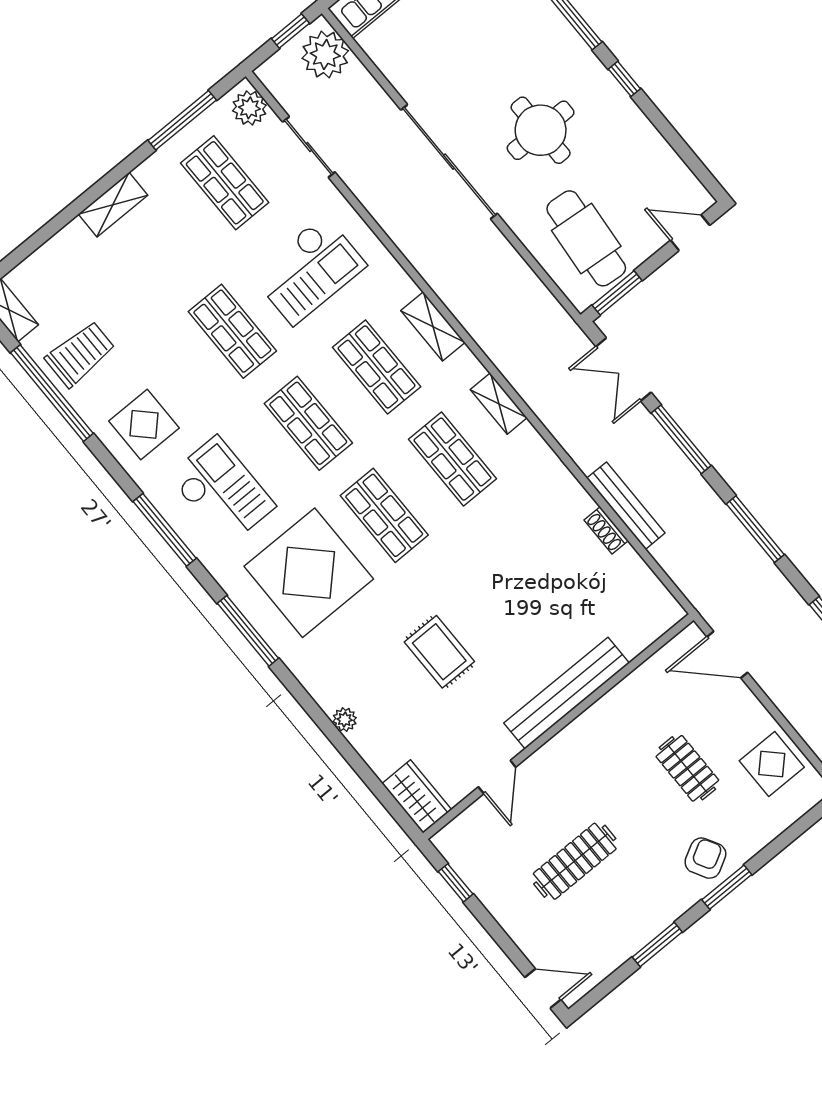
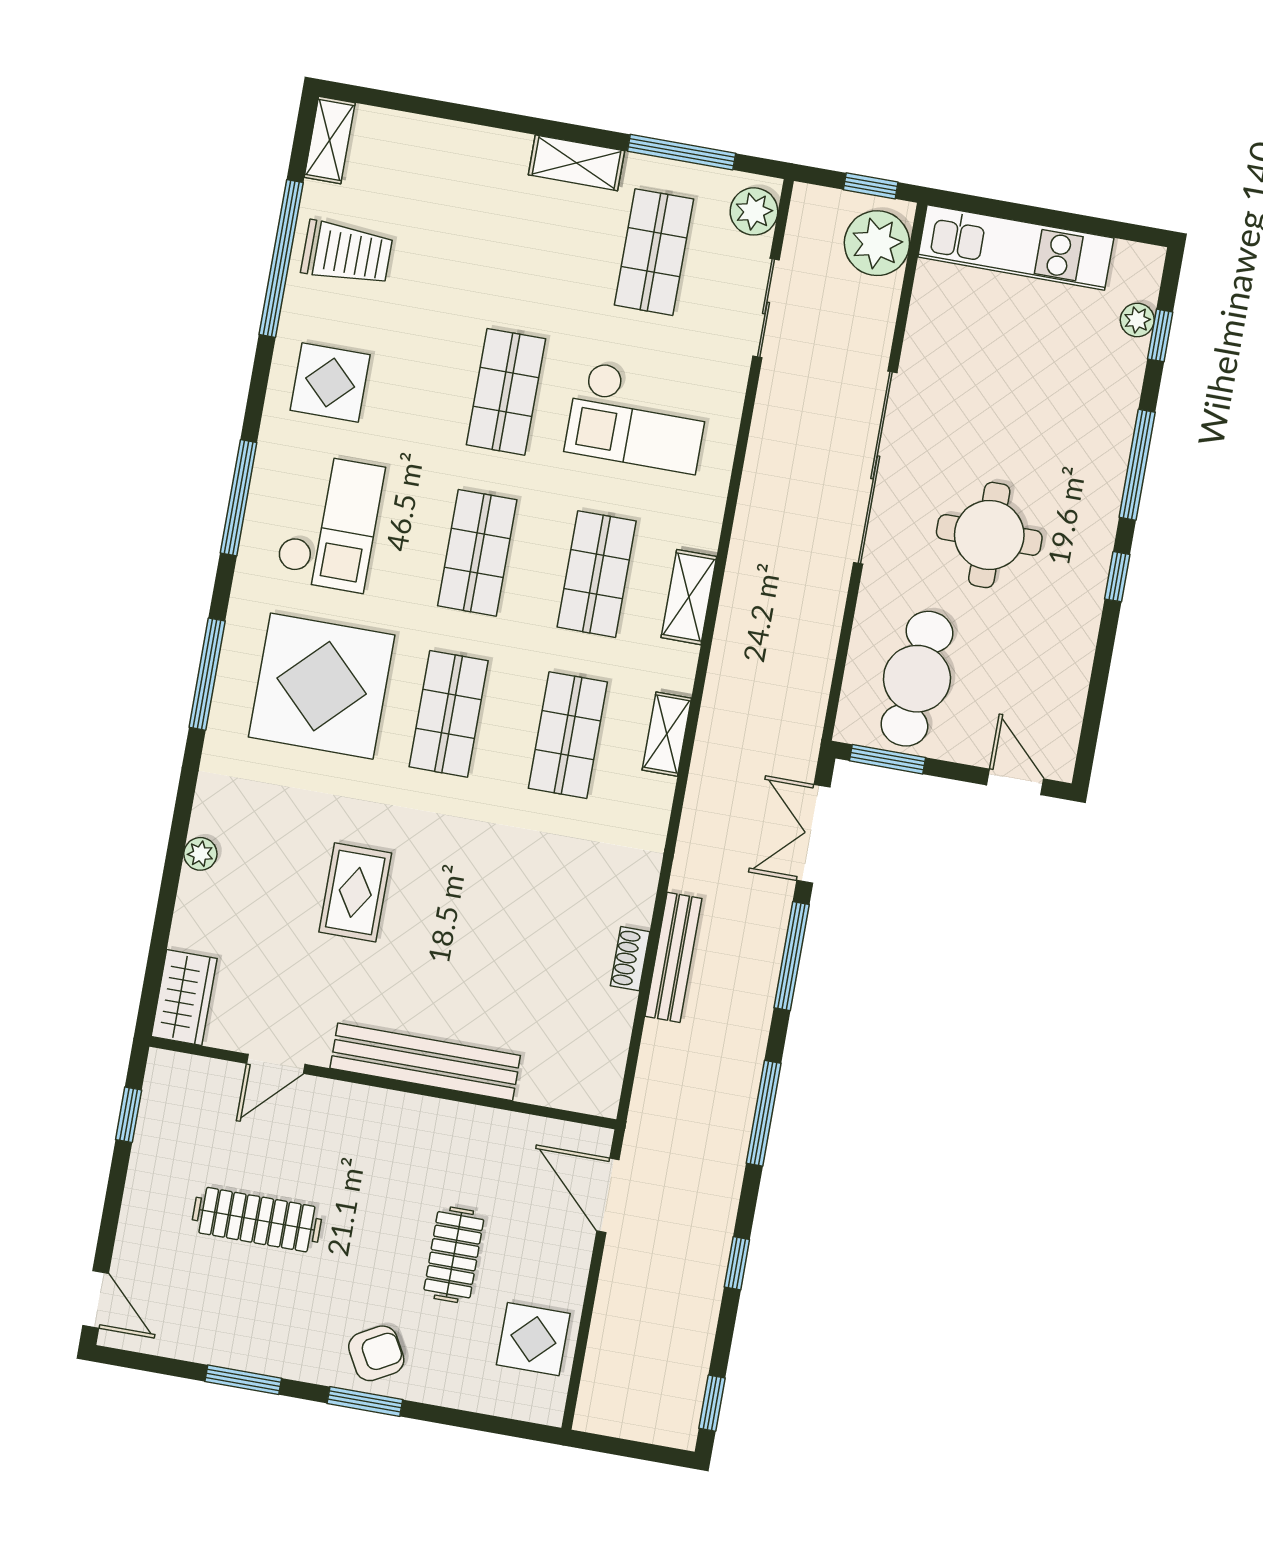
shelving: (113, 205) -> (576, 163), moved

